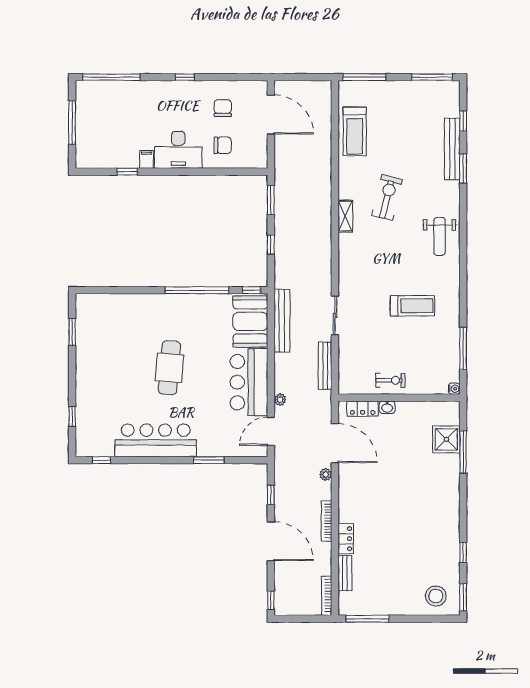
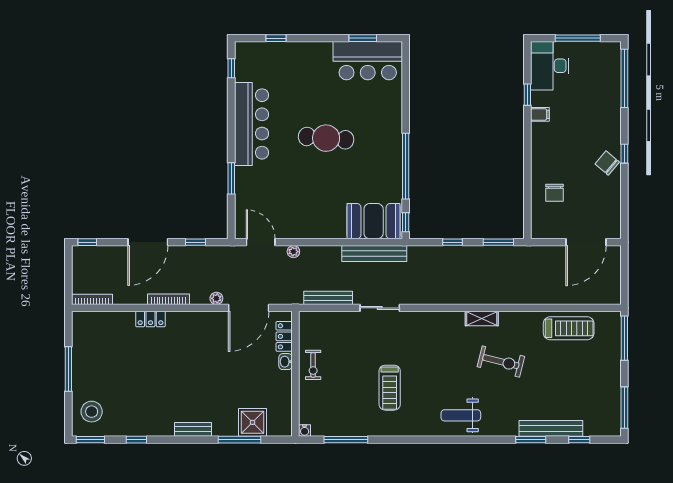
chair: (223, 108) -> (607, 163), moved, turned -140
treadmill: (355, 131) -> (569, 328), turned 180
desk: (178, 150) -> (550, 66), moved
bar counter: (249, 382) -> (368, 61), moved, turned 180
bench: (345, 573) -> (193, 429), moved
window: (368, 619) -> (68, 369), moved

